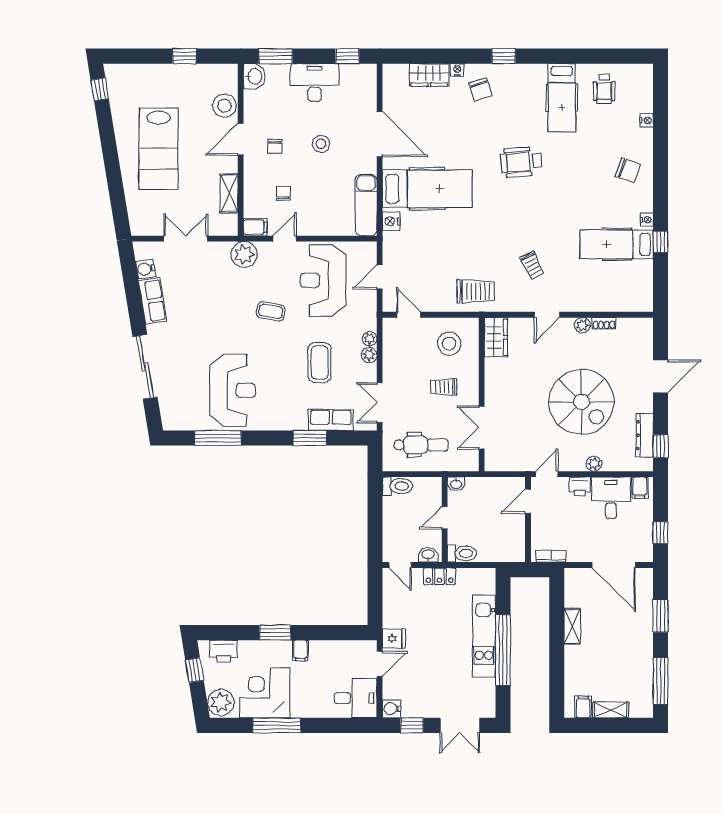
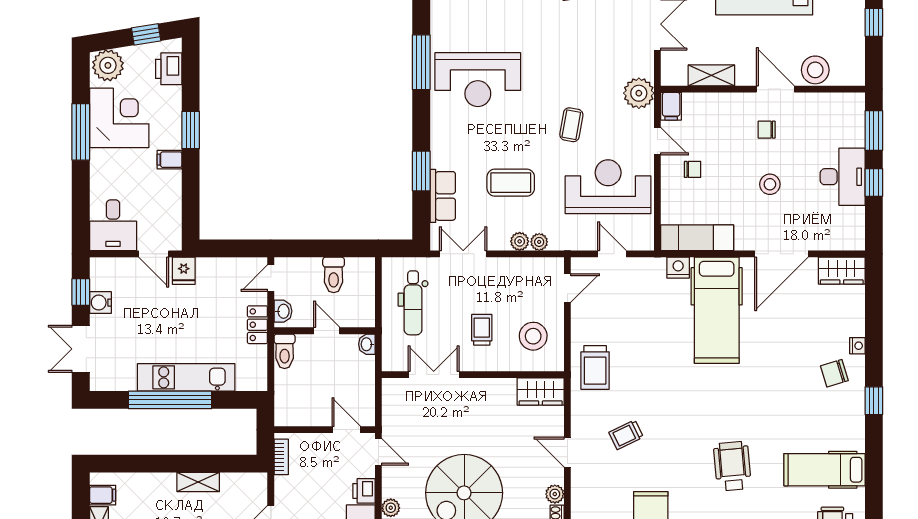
window: (347, 56) -> (874, 183), moved
wardrobe: (429, 75) -> (842, 271), moved, turned -90
washbasin: (254, 76) -> (850, 105), removed
wheelchair: (521, 162) -> (732, 466), moved
chair: (283, 194) -> (693, 169), moved
toilet: (397, 486) -> (334, 275), moved
water cooler: (392, 709) -> (100, 303), moved, turned -90

